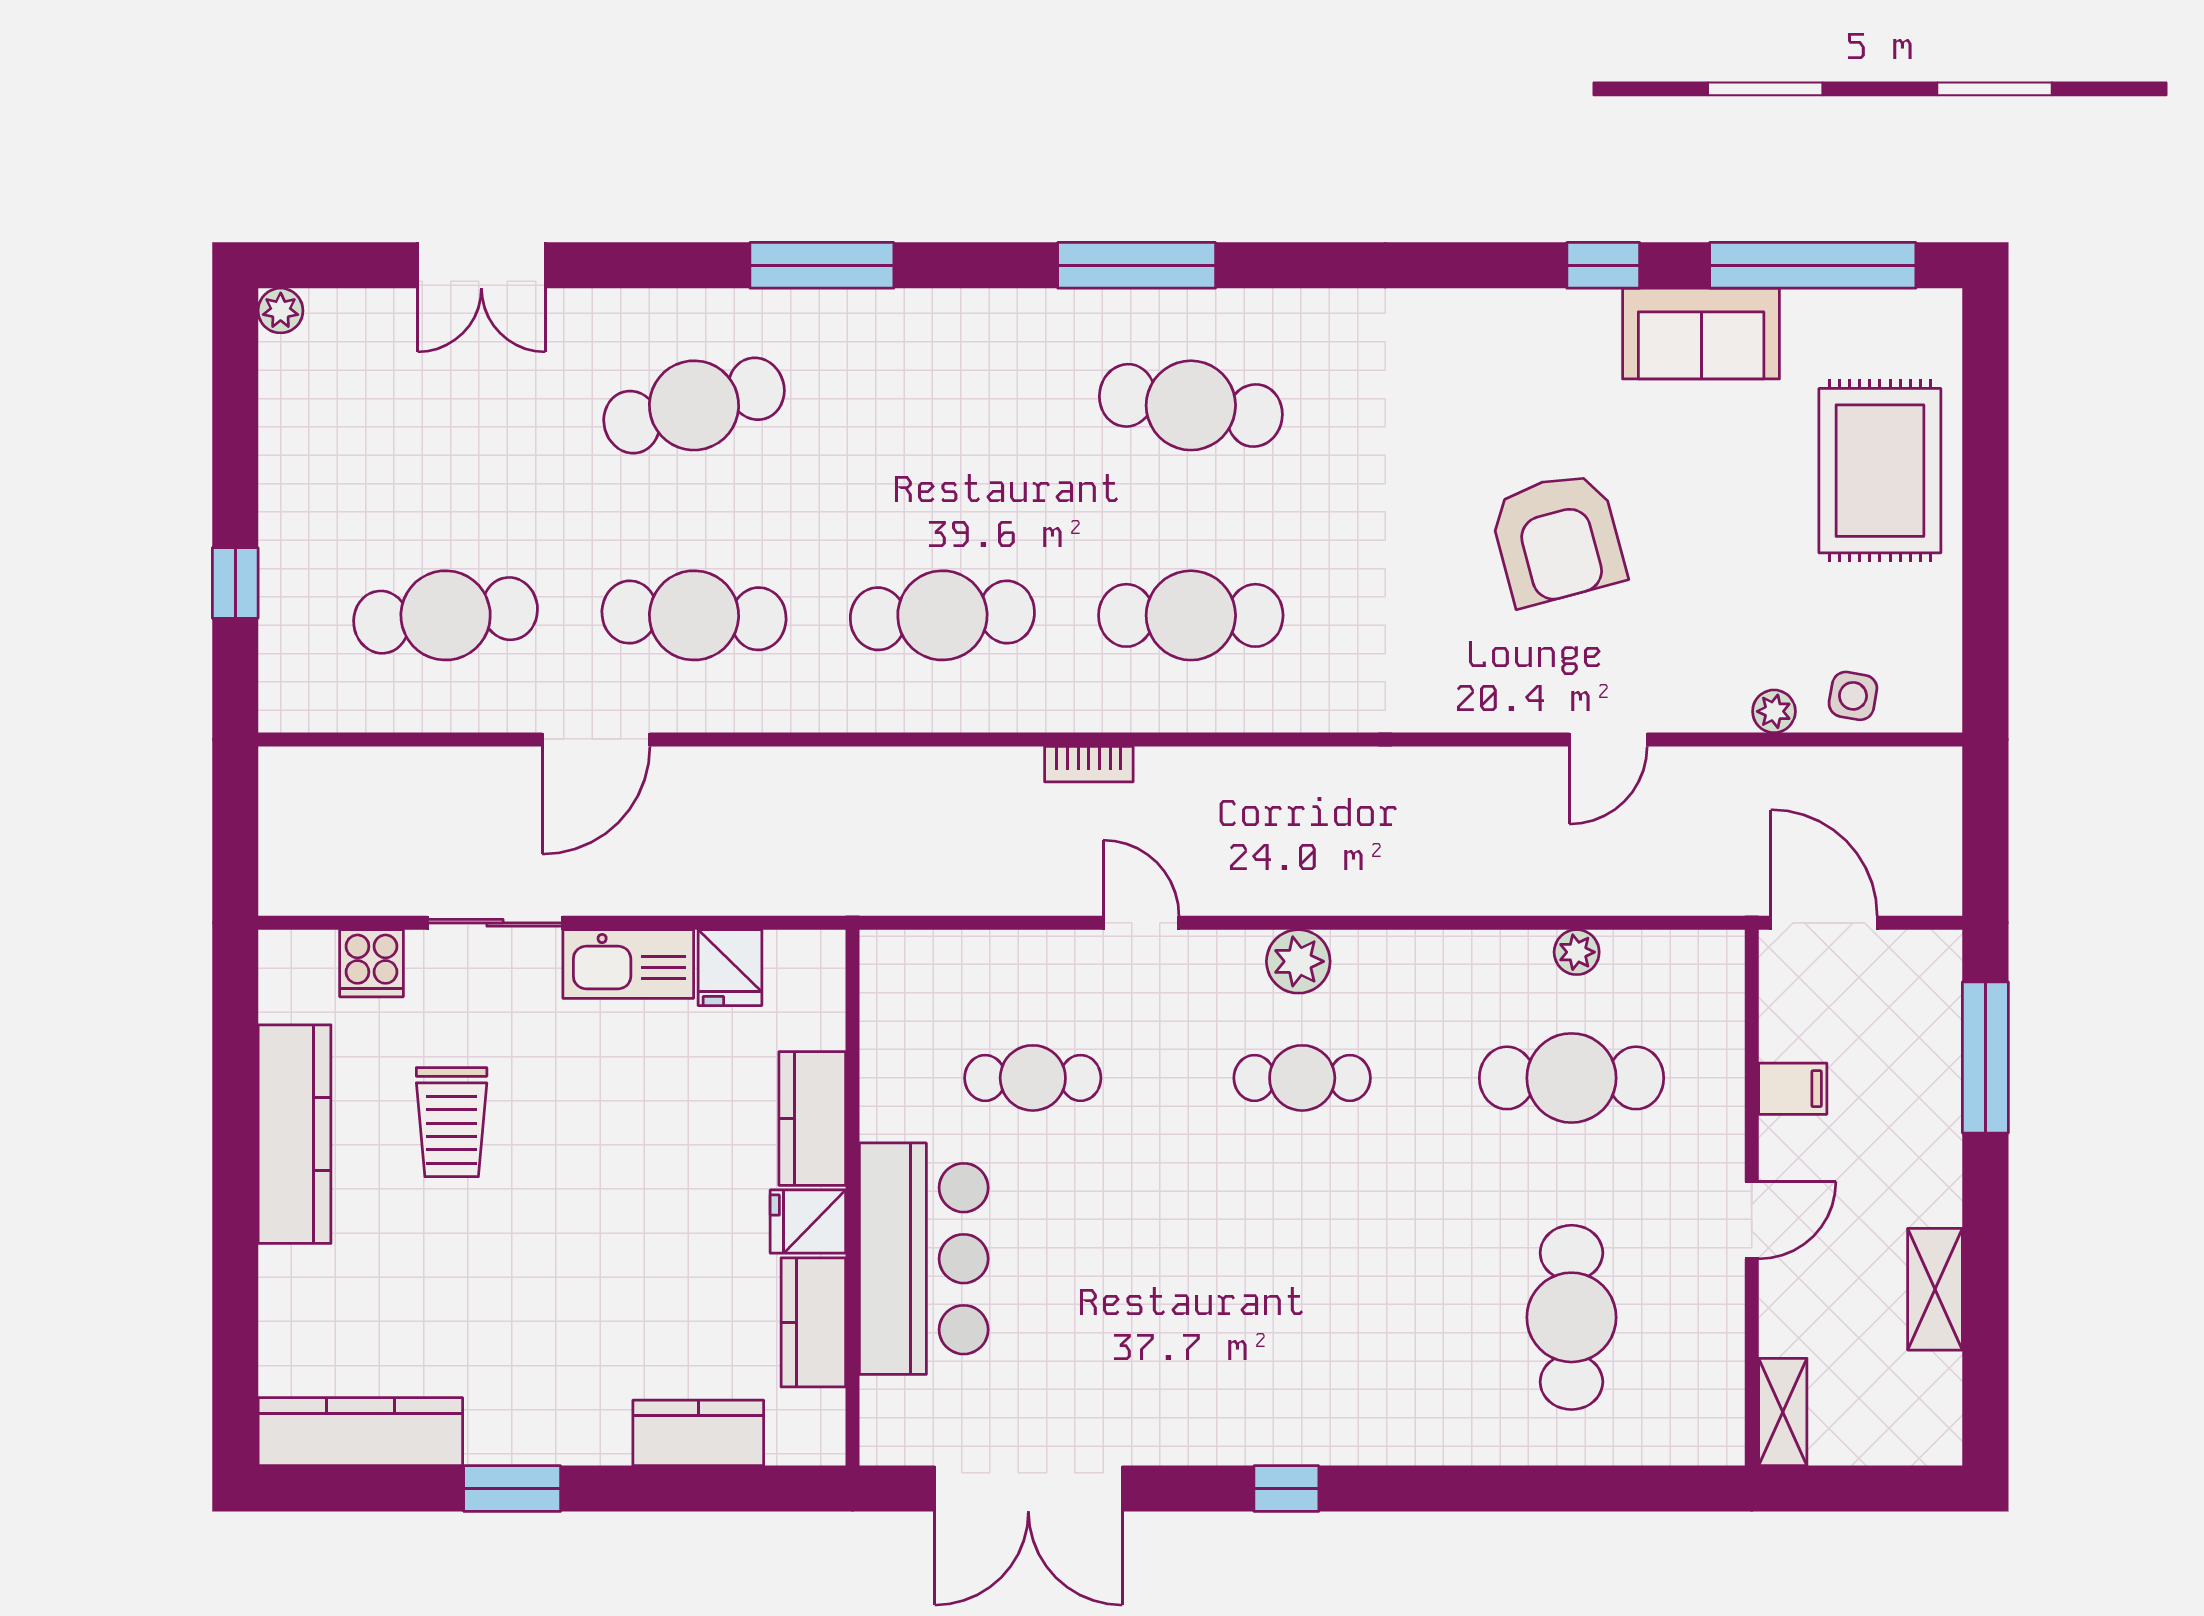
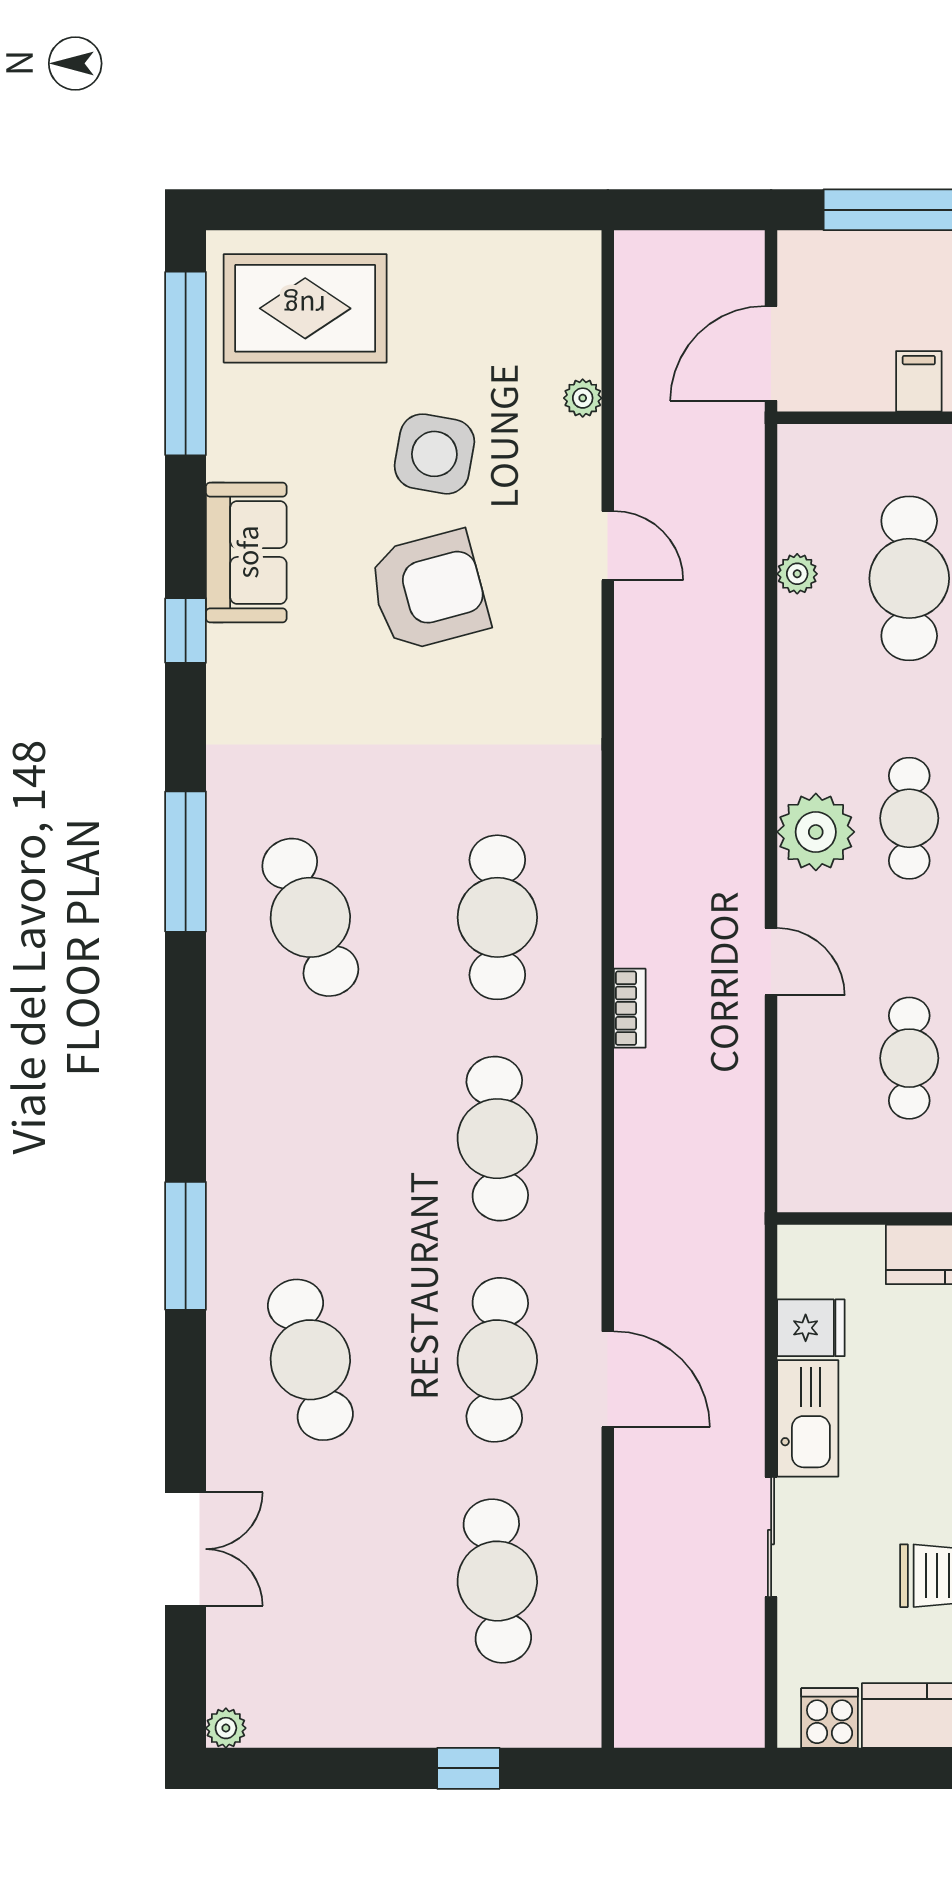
window: (1137, 265) -> (186, 862), moved
window: (1603, 265) -> (186, 631), moved
sofa: (1701, 334) -> (246, 552), moved
cafe table: (1191, 405) -> (310, 917), turned -30
rug: (1880, 471) -> (305, 308), moved
side table: (1853, 696) -> (434, 454), moved, width x1.87, depth x1.87
door: (596, 739) -> (608, 1379), moved
door: (1141, 923) -> (771, 962), swing flipped
plant: (1298, 961) -> (816, 832), width x1.36, depth x1.36
cooker: (371, 963) -> (830, 1718), moved, turned -90

